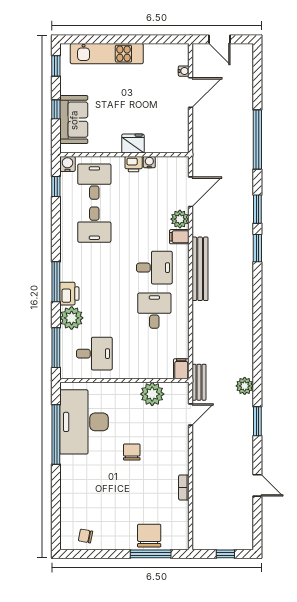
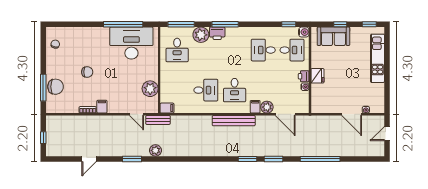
chair: (132, 452) -> (87, 72), moved
filing cabinet: (179, 466) -> (102, 107), added

